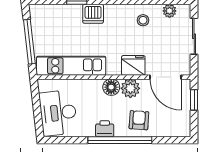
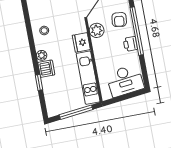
plant: (170, 11) -> (42, 55), moved
fridge: (133, 65) -> (81, 42), moved
floor lamp: (111, 87) -> (98, 45), removed
armchair: (139, 120) -> (119, 20), turned -87

